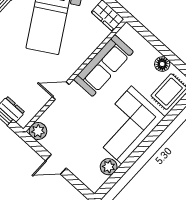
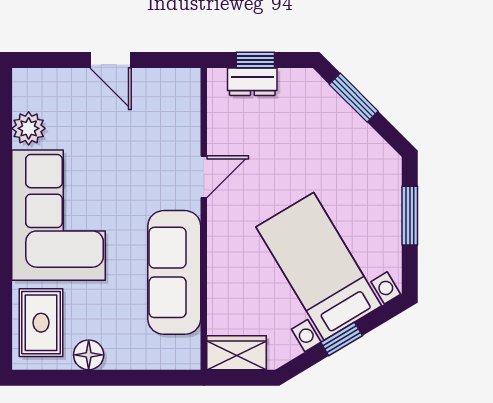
plant: (38, 131) -> (183, 85), removed
door: (56, 164) -> (111, 60), swing flipped

